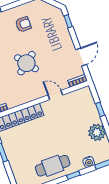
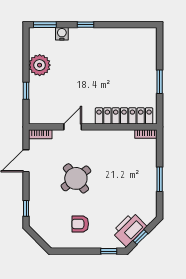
round table: (26, 63) -> (76, 178), moved
door: (55, 95) -> (73, 127), swing flipped
cafe table: (53, 166) -> (106, 45), removed

